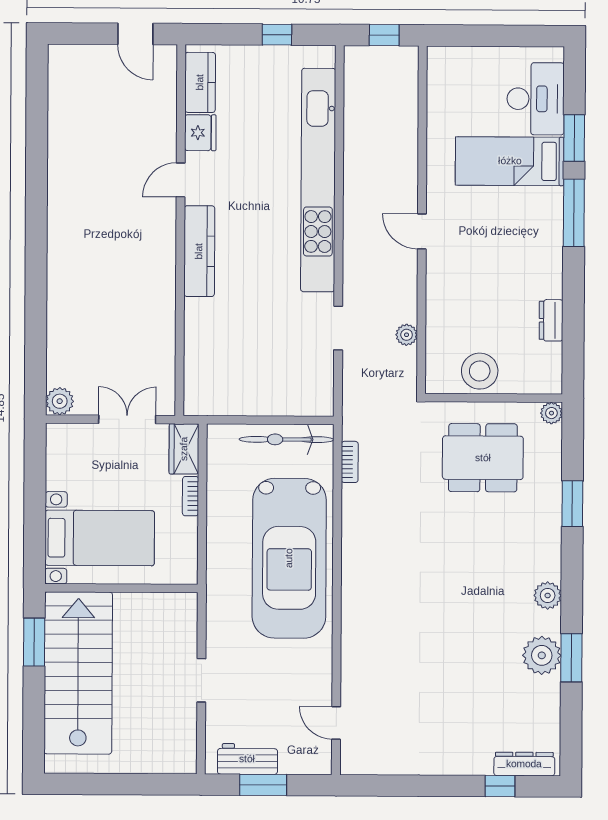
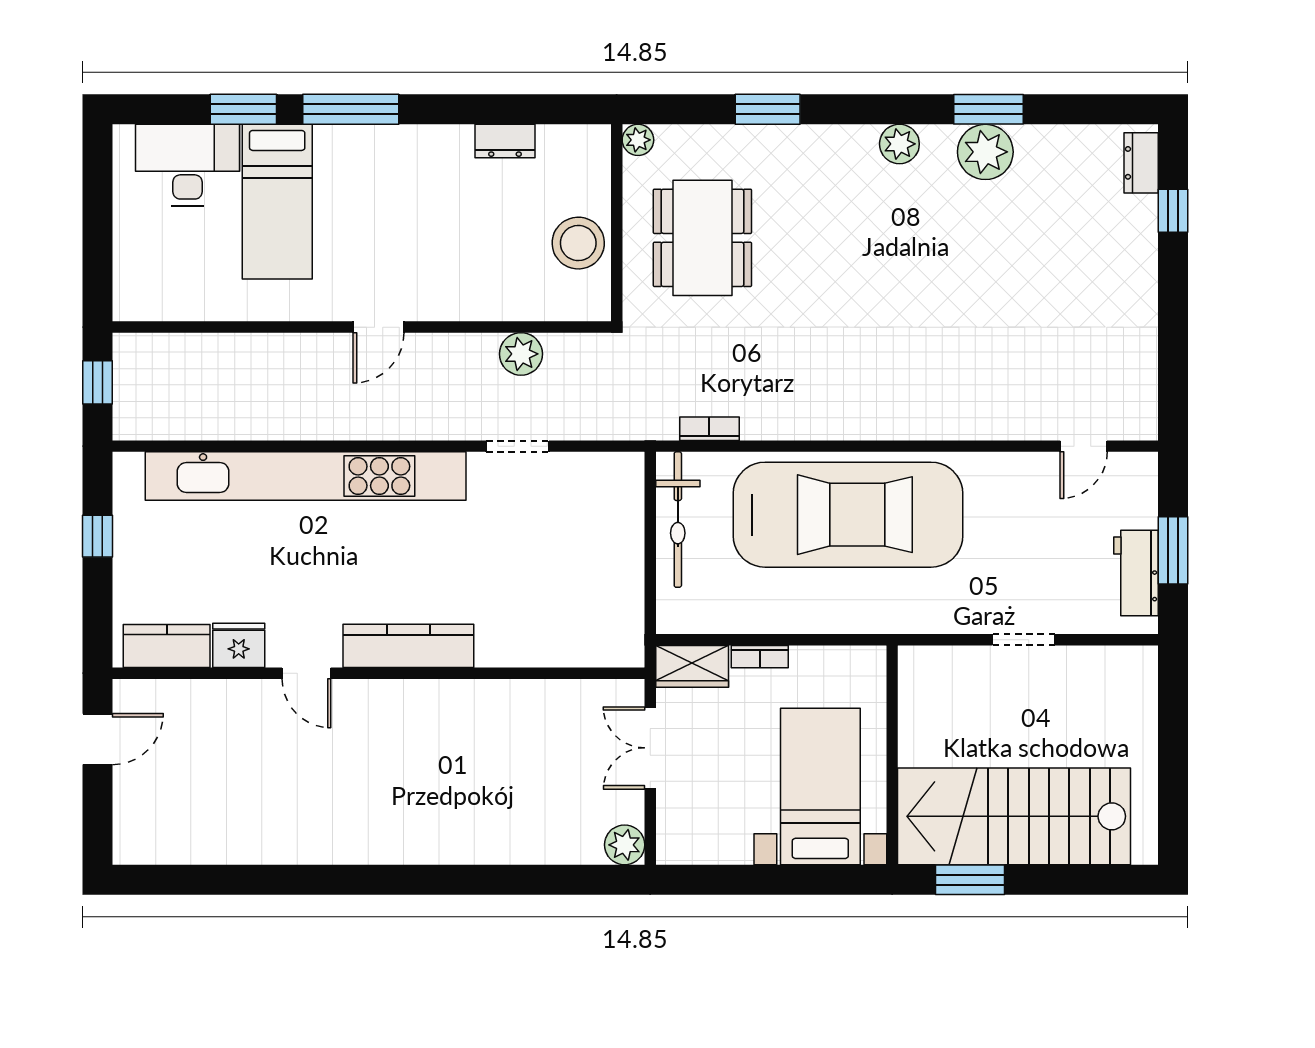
plant: (407, 335) -> (521, 354), width x1.38, depth x1.38
dresser: (524, 764) -> (1141, 163), width x0.70

